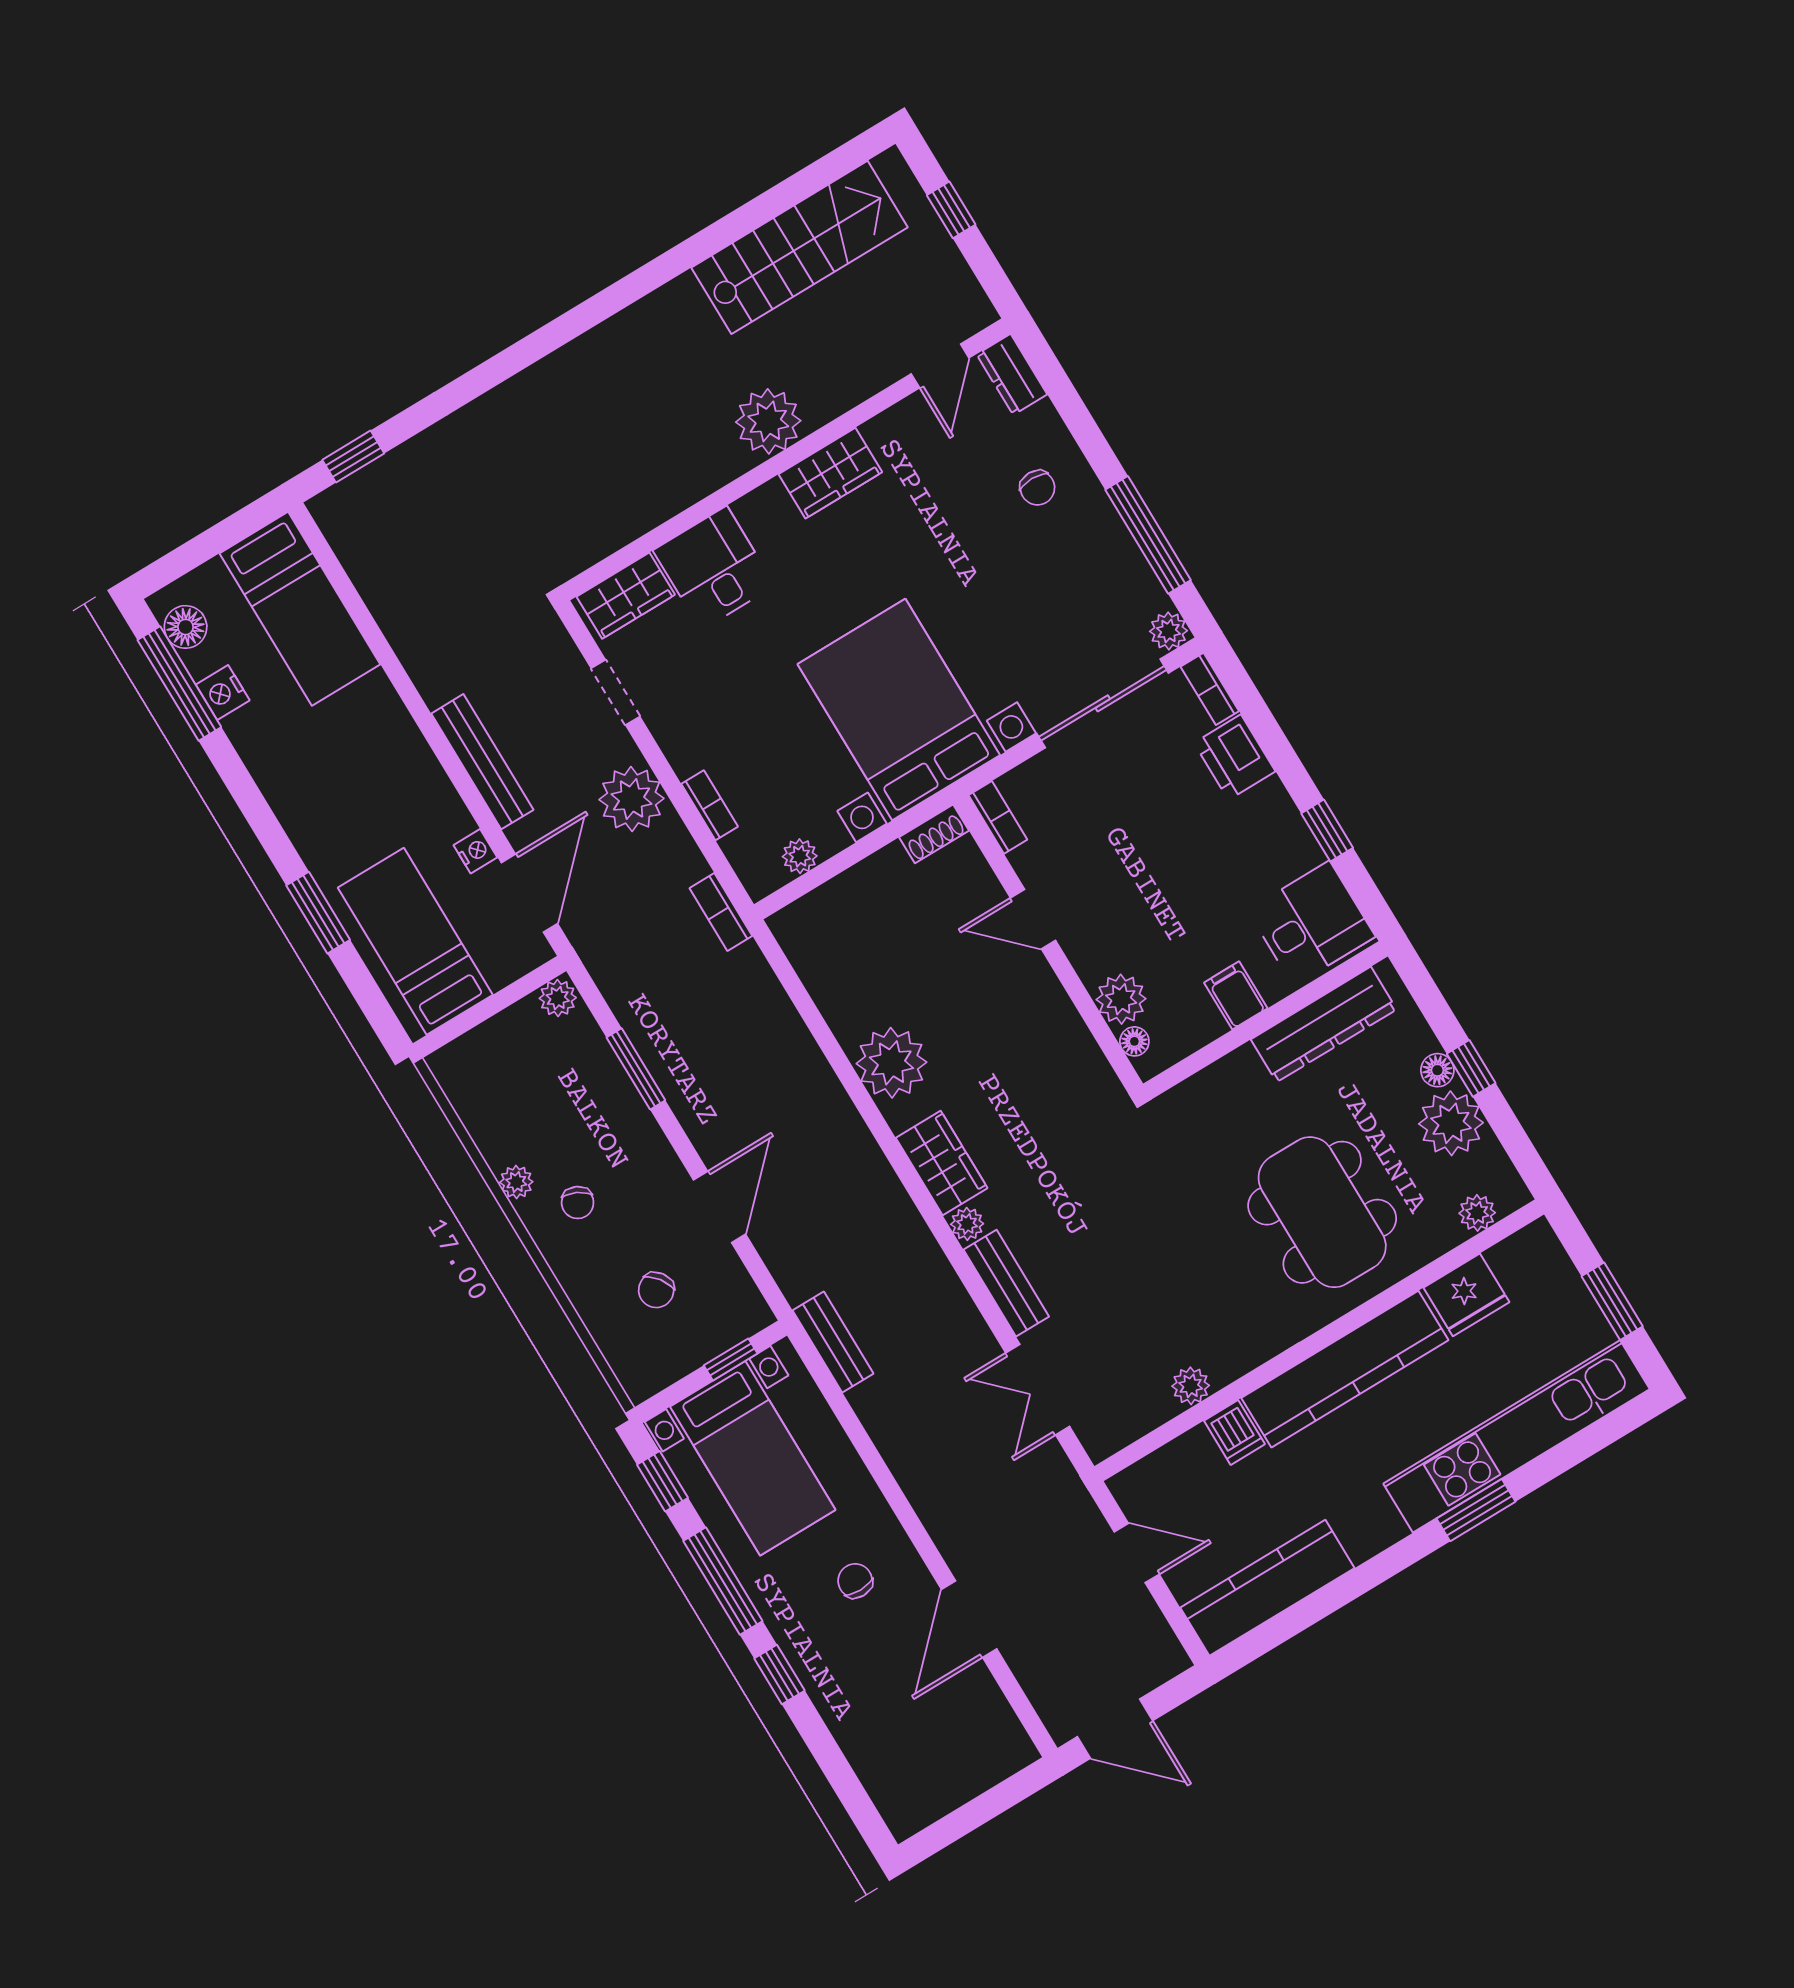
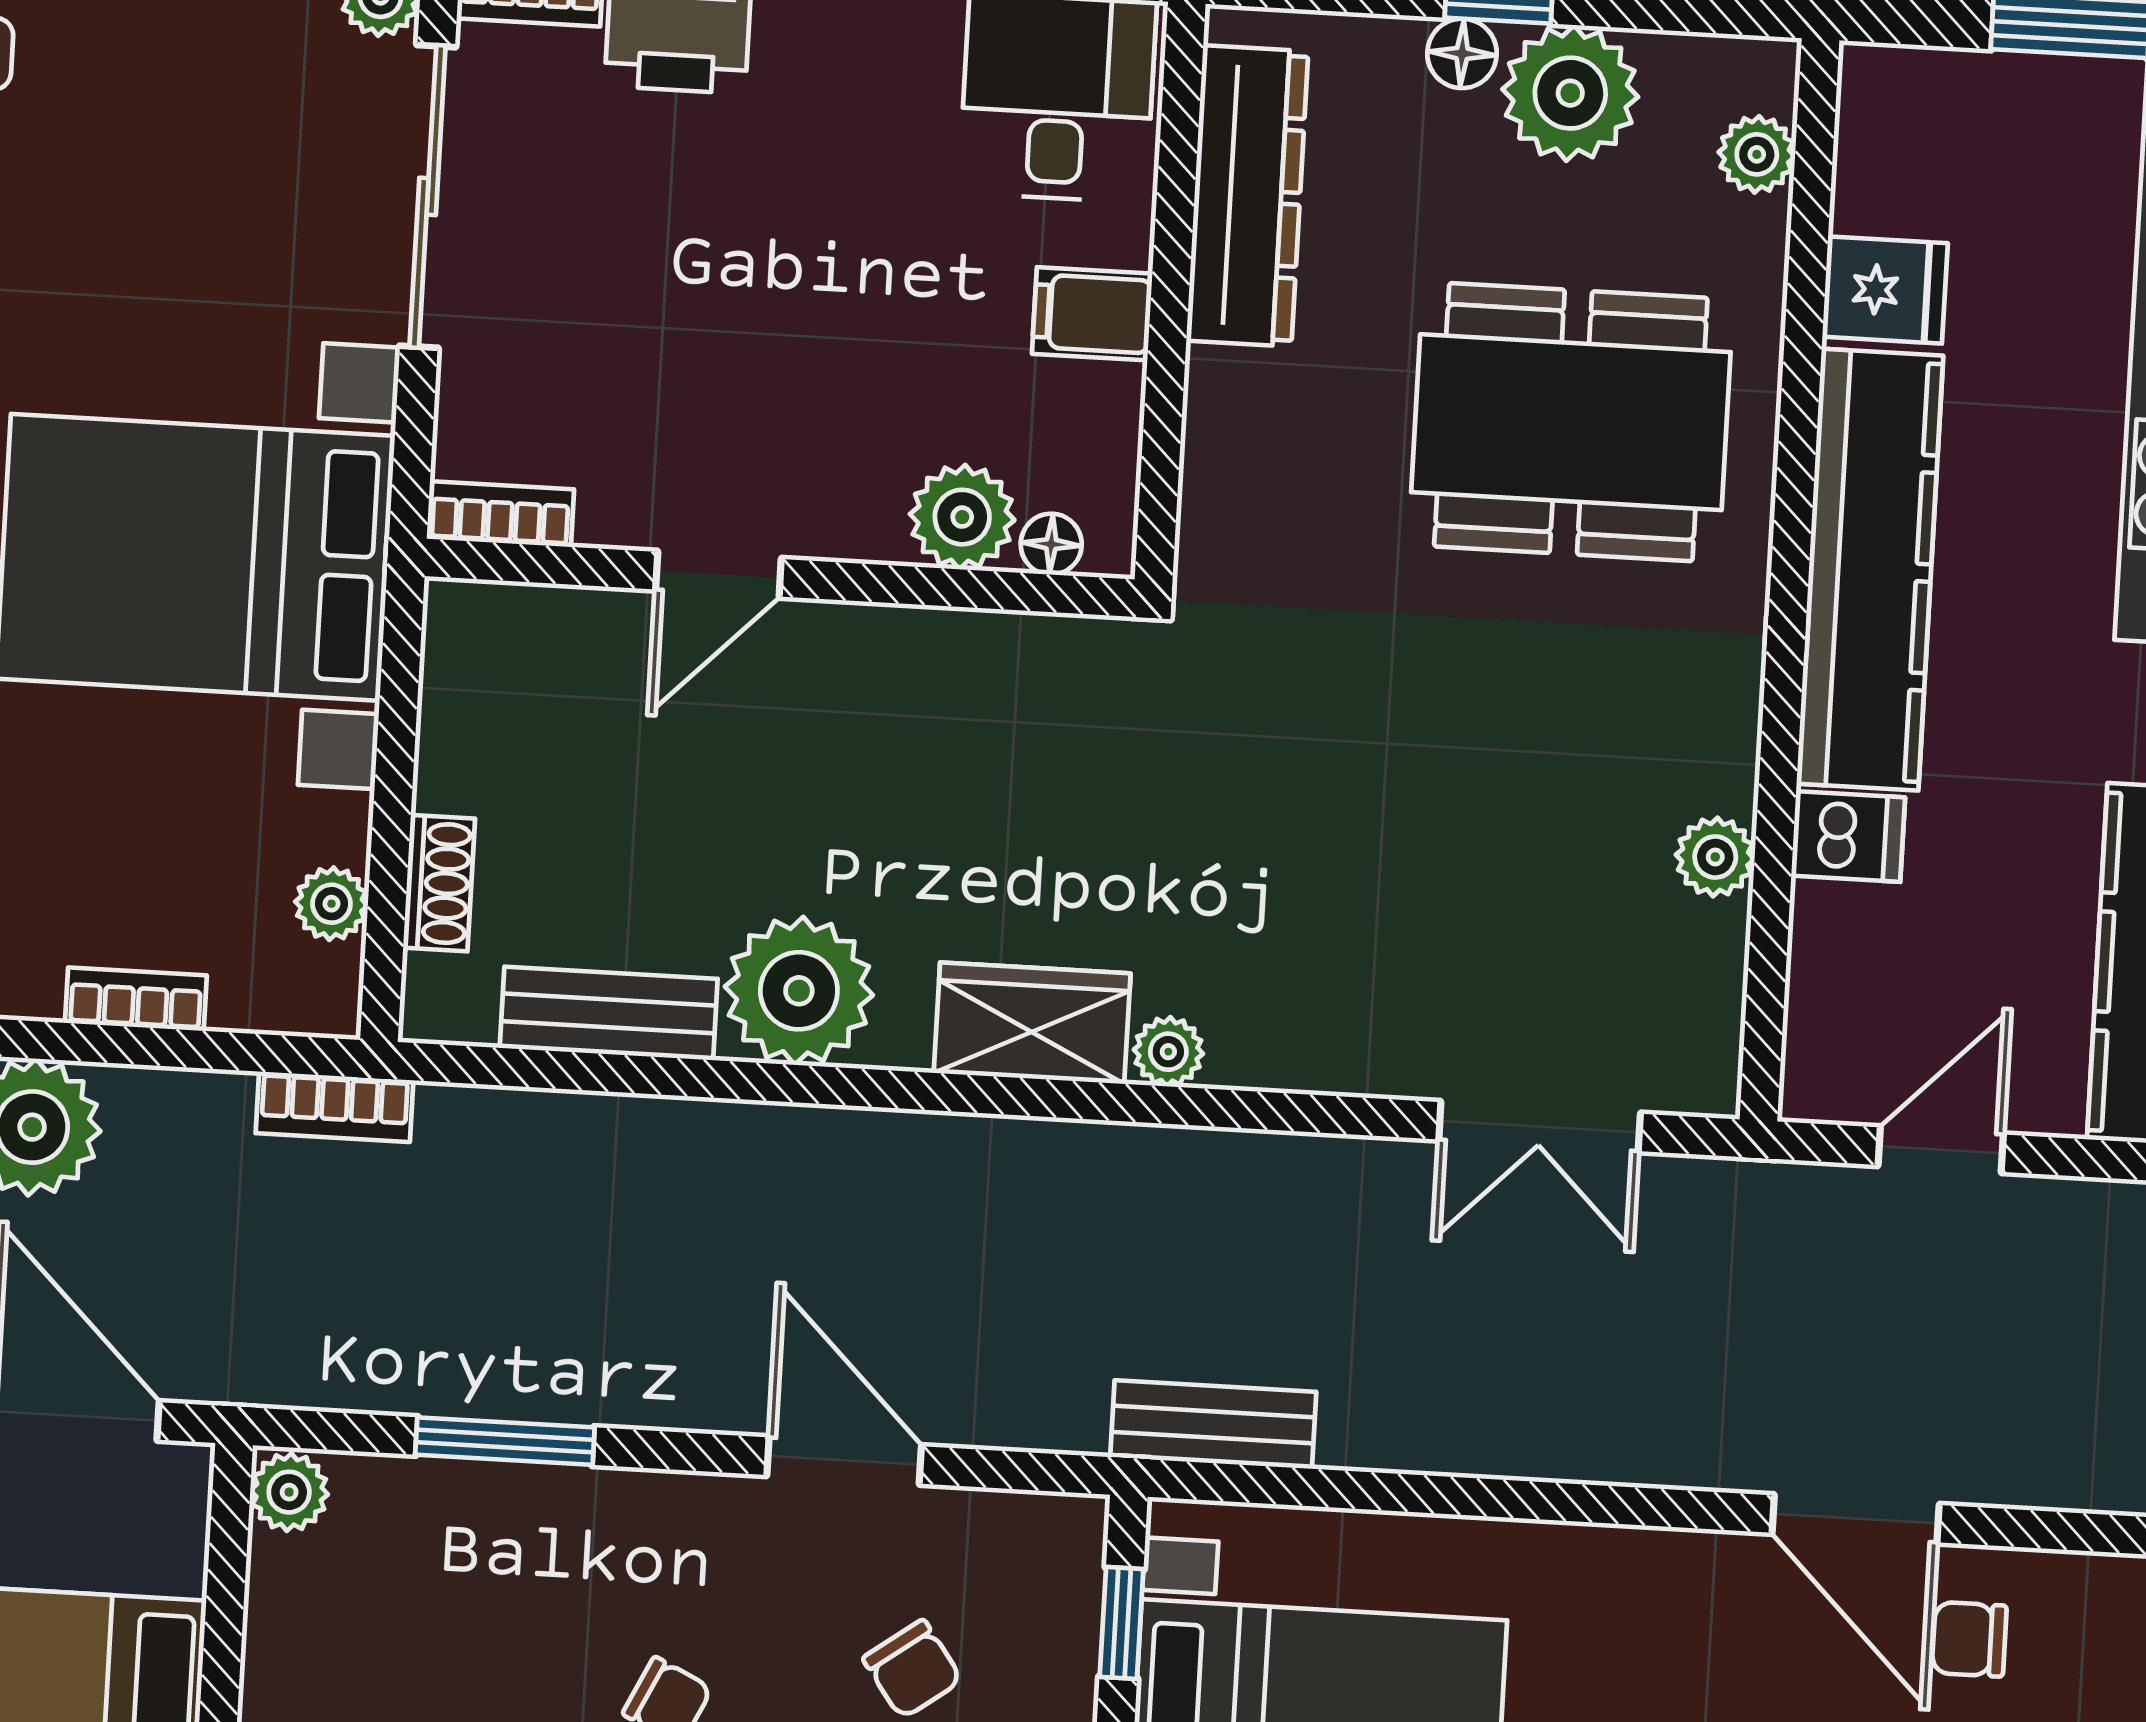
shoe rack: (934, 834) -> (439, 883), moved
bench: (1006, 1283) -> (609, 1013), moved
fridge: (1466, 1295) -> (1885, 290), width x0.72
chair: (855, 1581) -> (1969, 1639), moved

